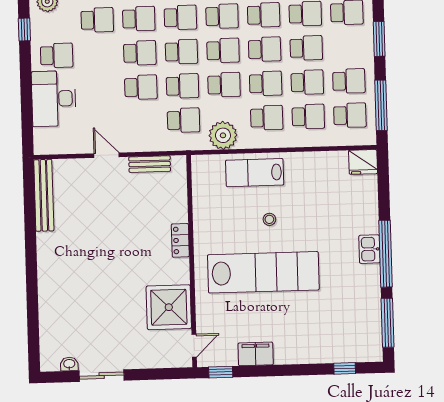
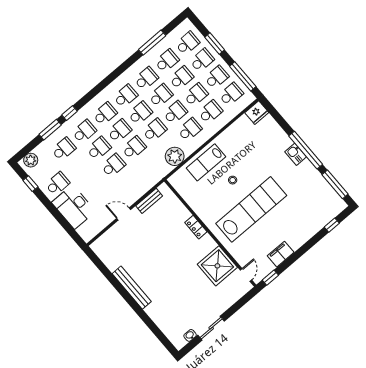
school desk: (183, 120) -> (202, 60), moved
bench: (44, 195) -> (132, 288), moved

